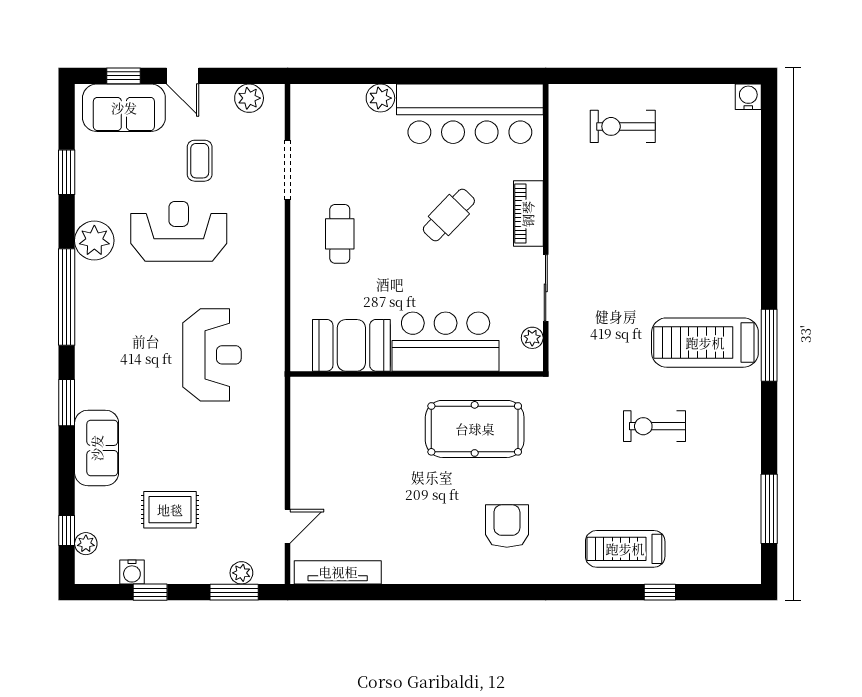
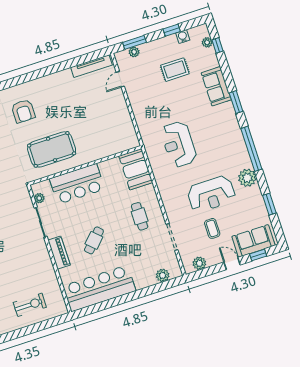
plant: (380, 98) -> (163, 275), moved
booth: (351, 345) -> (136, 169), moved, turned 90

